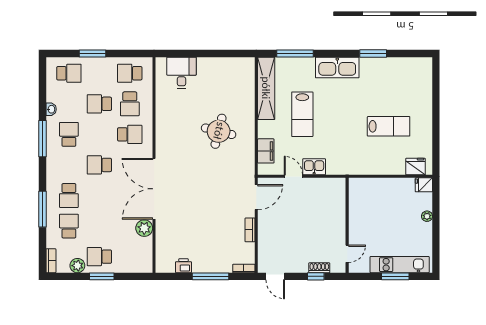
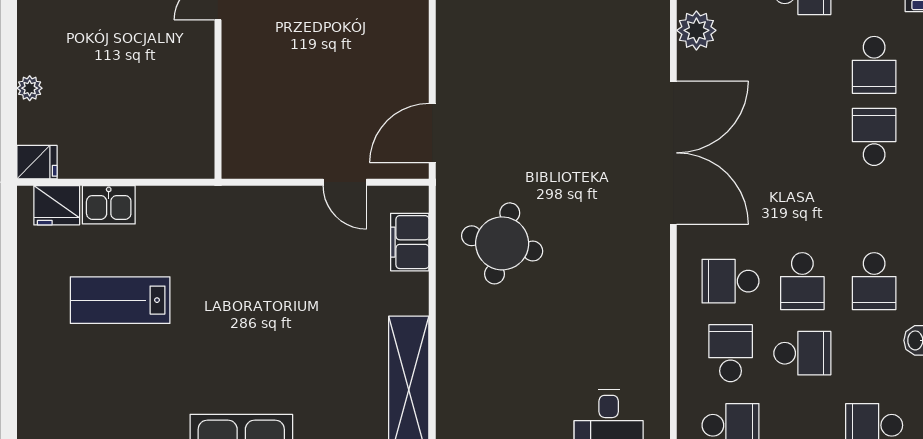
lab bench: (302, 114) -> (324, 329), removed
round table: (219, 131) -> (502, 243), moved
school desk: (99, 165) -> (802, 281), moved, turned 90
kitchen sink: (314, 167) -> (109, 205), moved
plant: (144, 228) -> (696, 30), moved
bookcase: (250, 230) -> (447, 56), removed

